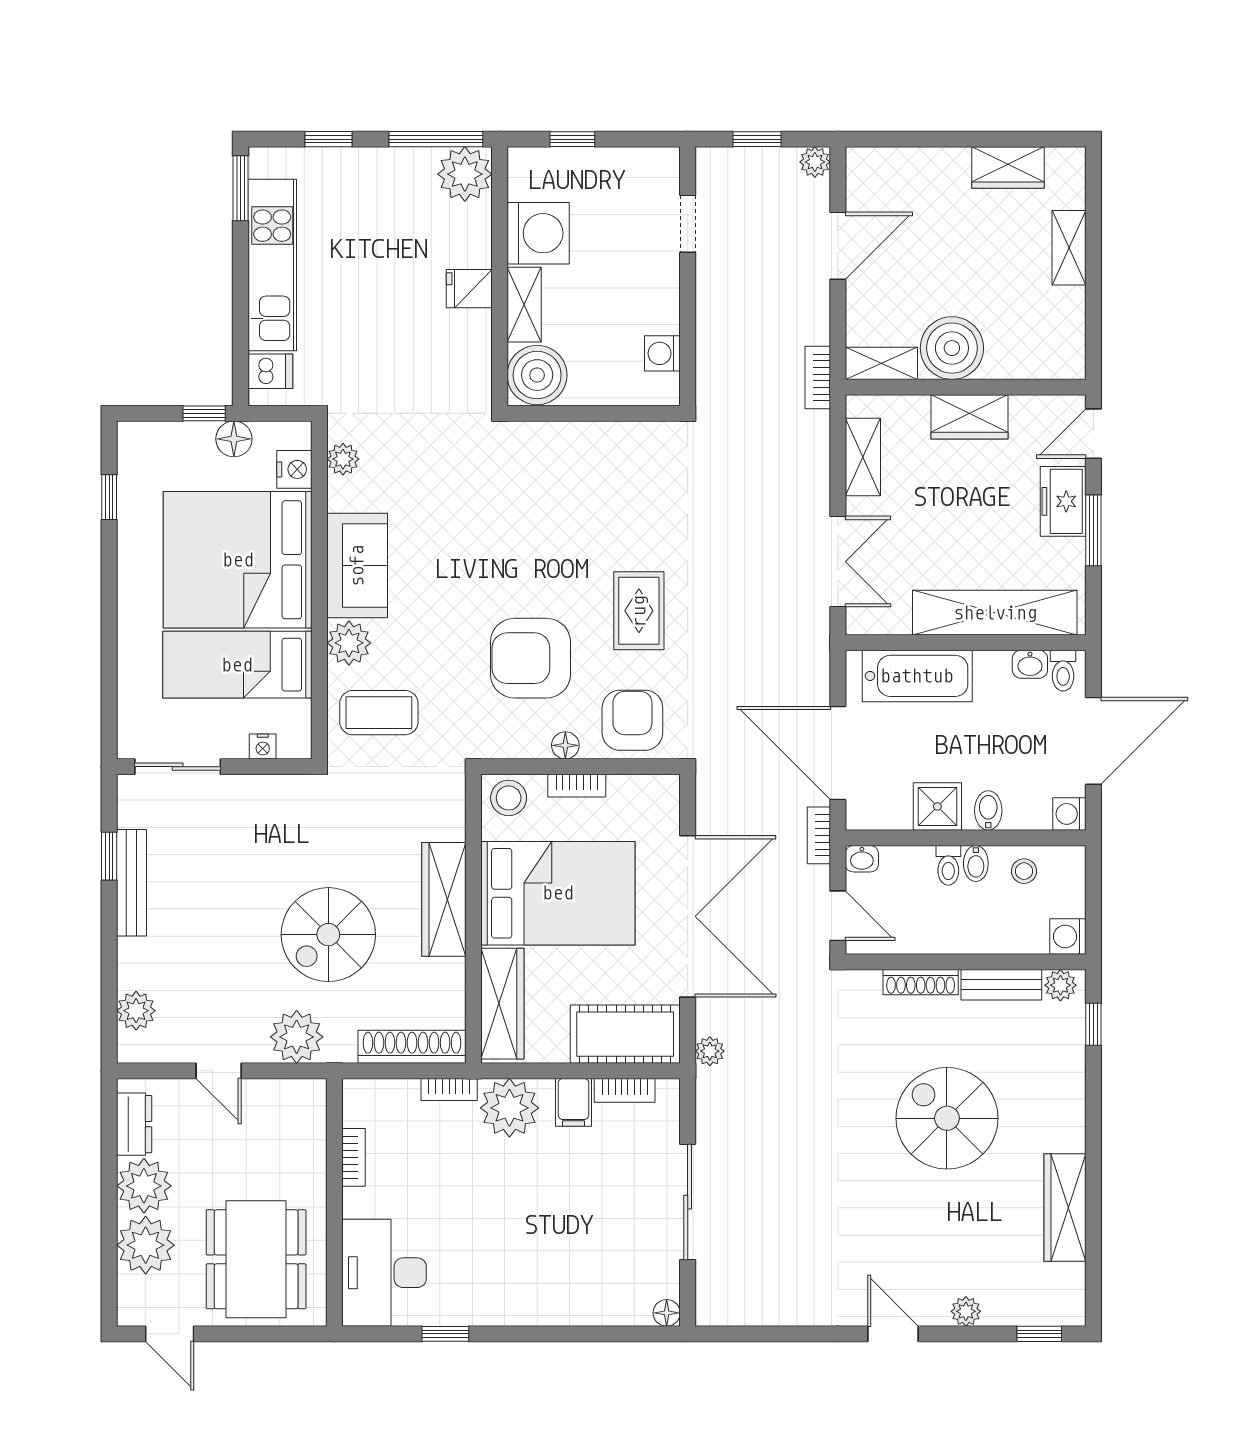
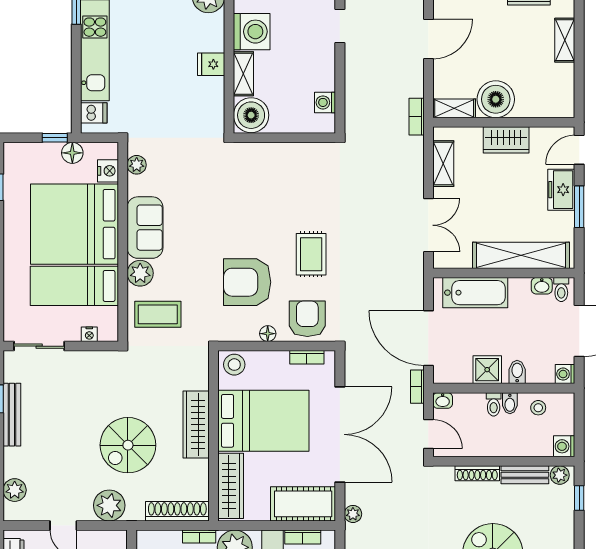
bookcase: (577, 786) -> (307, 357), moved

